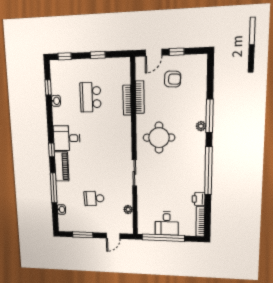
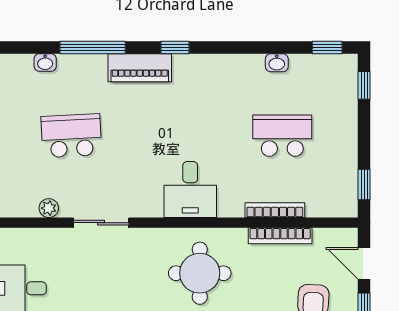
window: (98, 55) -> (364, 184), moved
window: (48, 87) -> (327, 48), moved
desk: (67, 138) -> (190, 190), moved, turned 180
sliding door: (134, 173) -> (101, 223), moved
school desk: (94, 198) -> (71, 136), width x1.85

